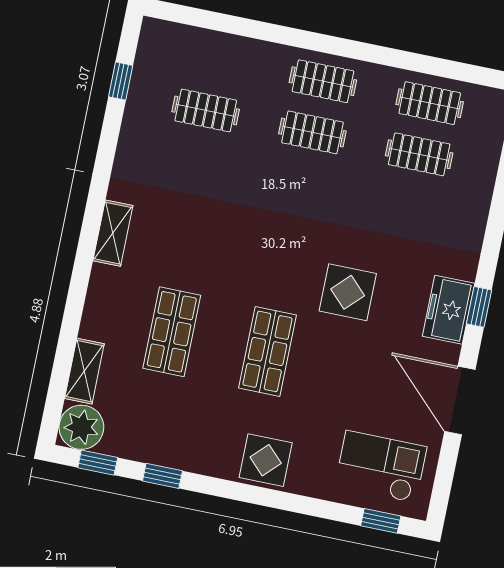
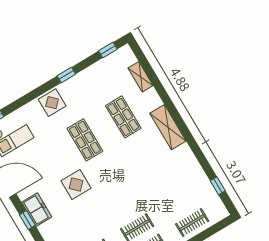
clothes rail: (206, 111) -> (192, 223), moved
shelving: (113, 233) -> (168, 127), width x1.50, depth x1.33
plant: (81, 427) -> (124, 57), removed
window: (162, 476) -> (66, 75), moved

